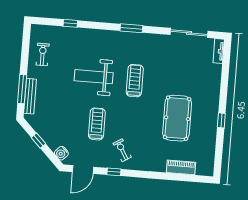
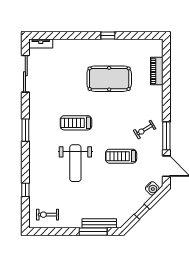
exercise bike: (43, 54) -> (48, 215), moved
window: (114, 172) -> (166, 136), width x2.17

